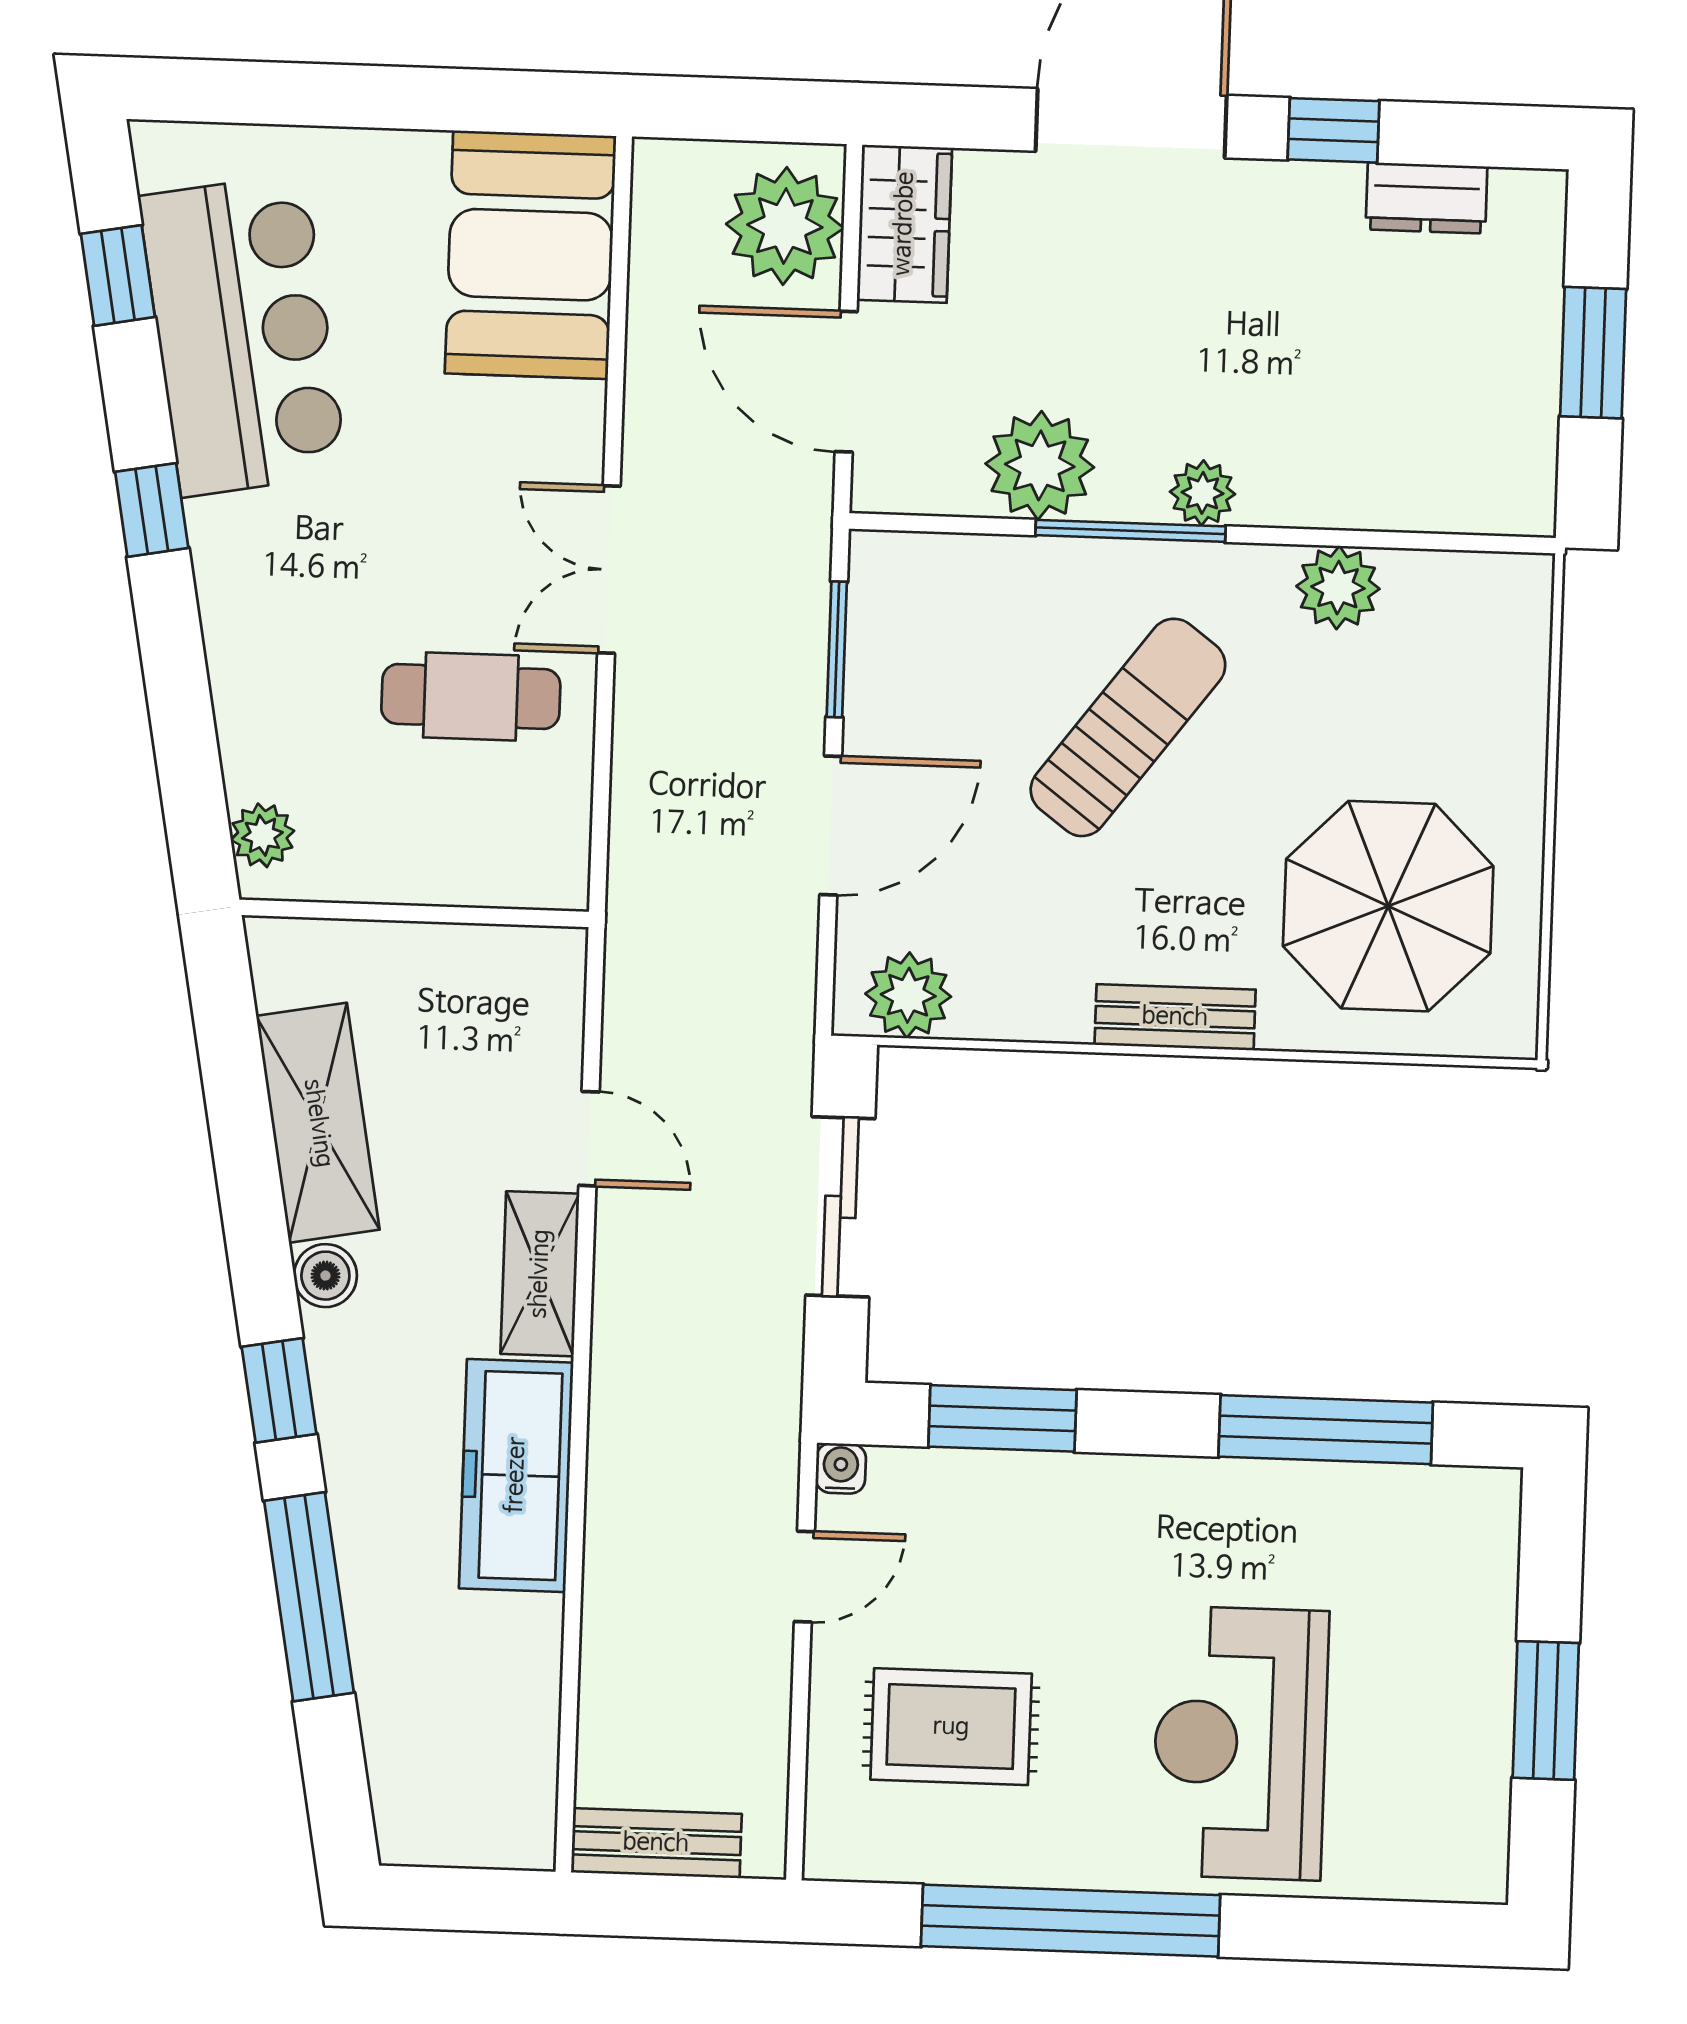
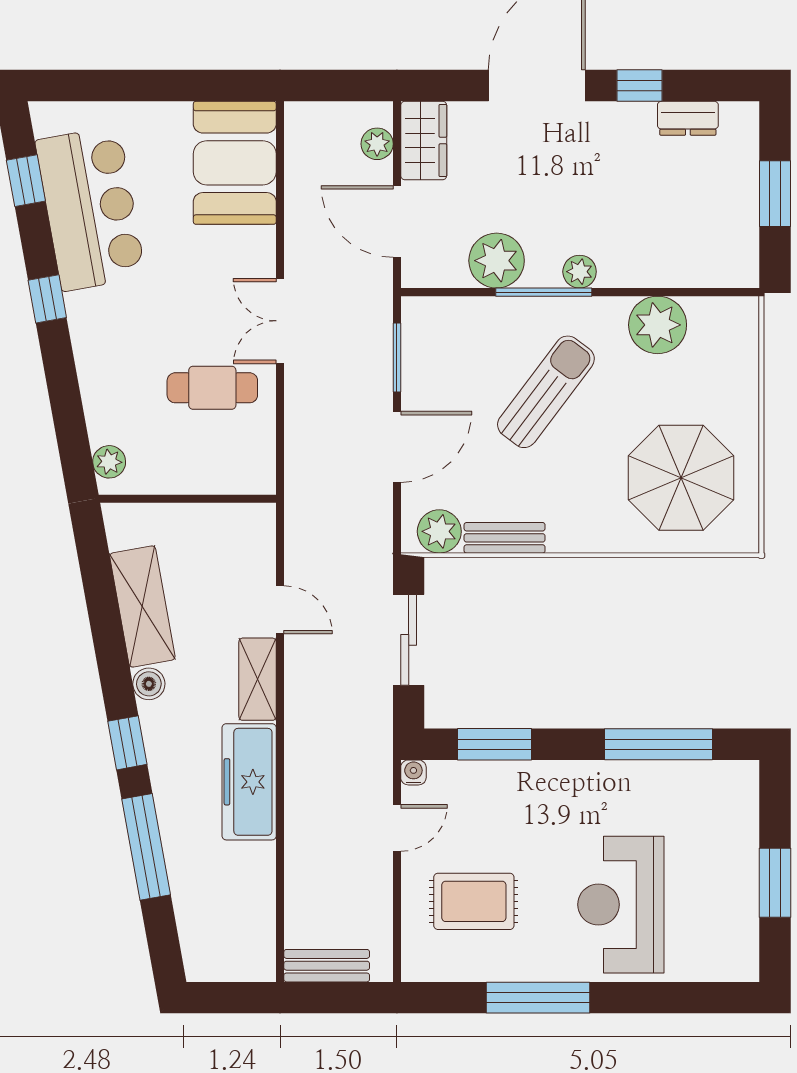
plant: (785, 226) -> (377, 144), width x0.53, depth x0.53
plant: (1338, 588) -> (658, 325), width x1.36, depth x1.36
bench: (1175, 1017) -> (505, 538), moved
window: (1071, 1921) -> (538, 998), width x0.68

